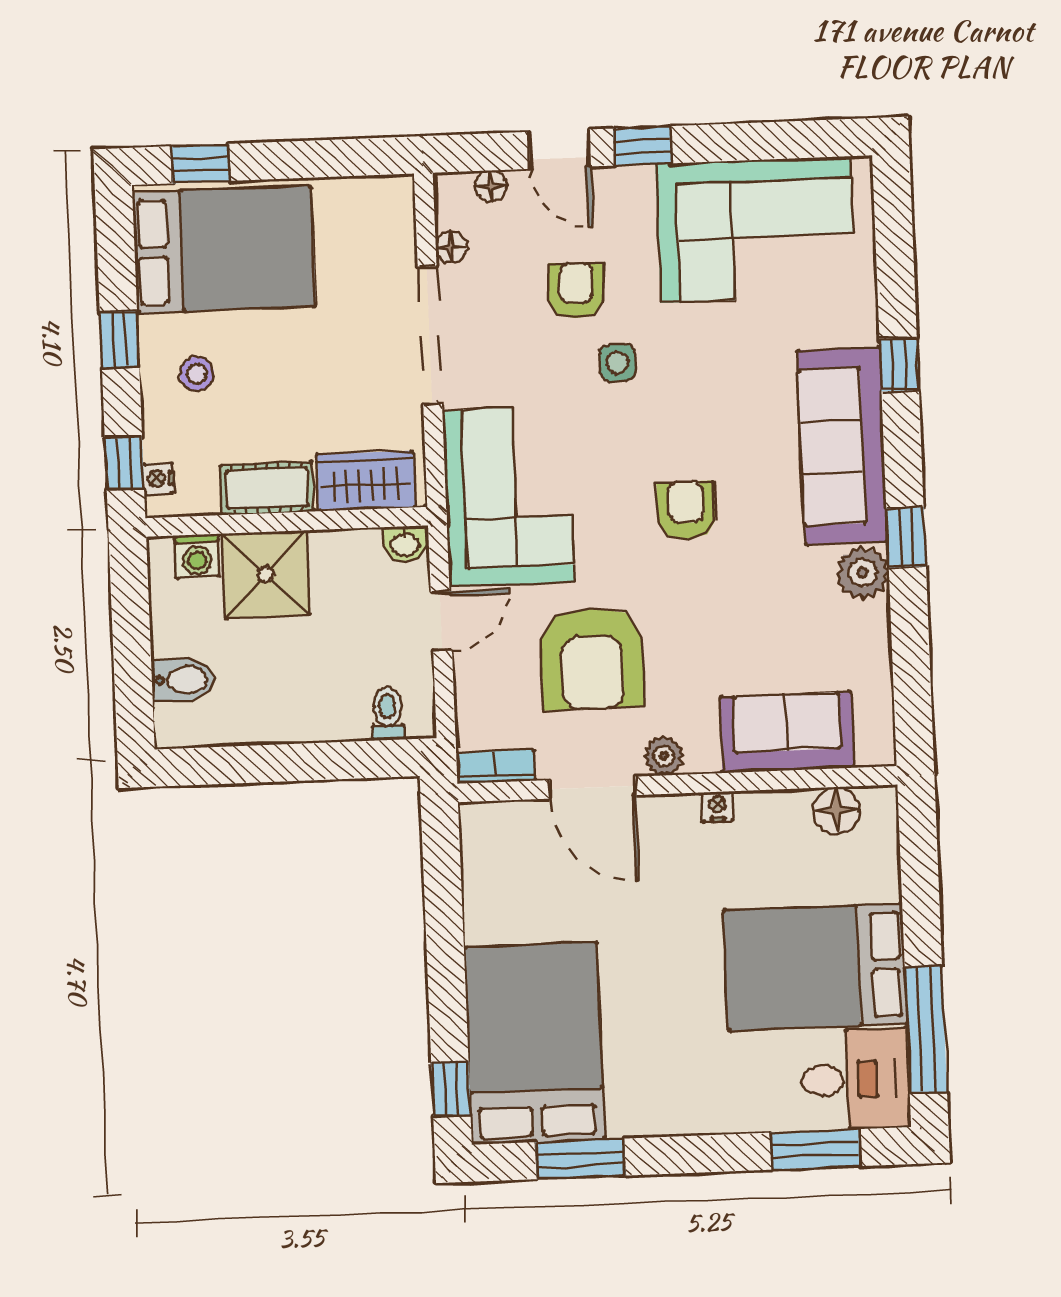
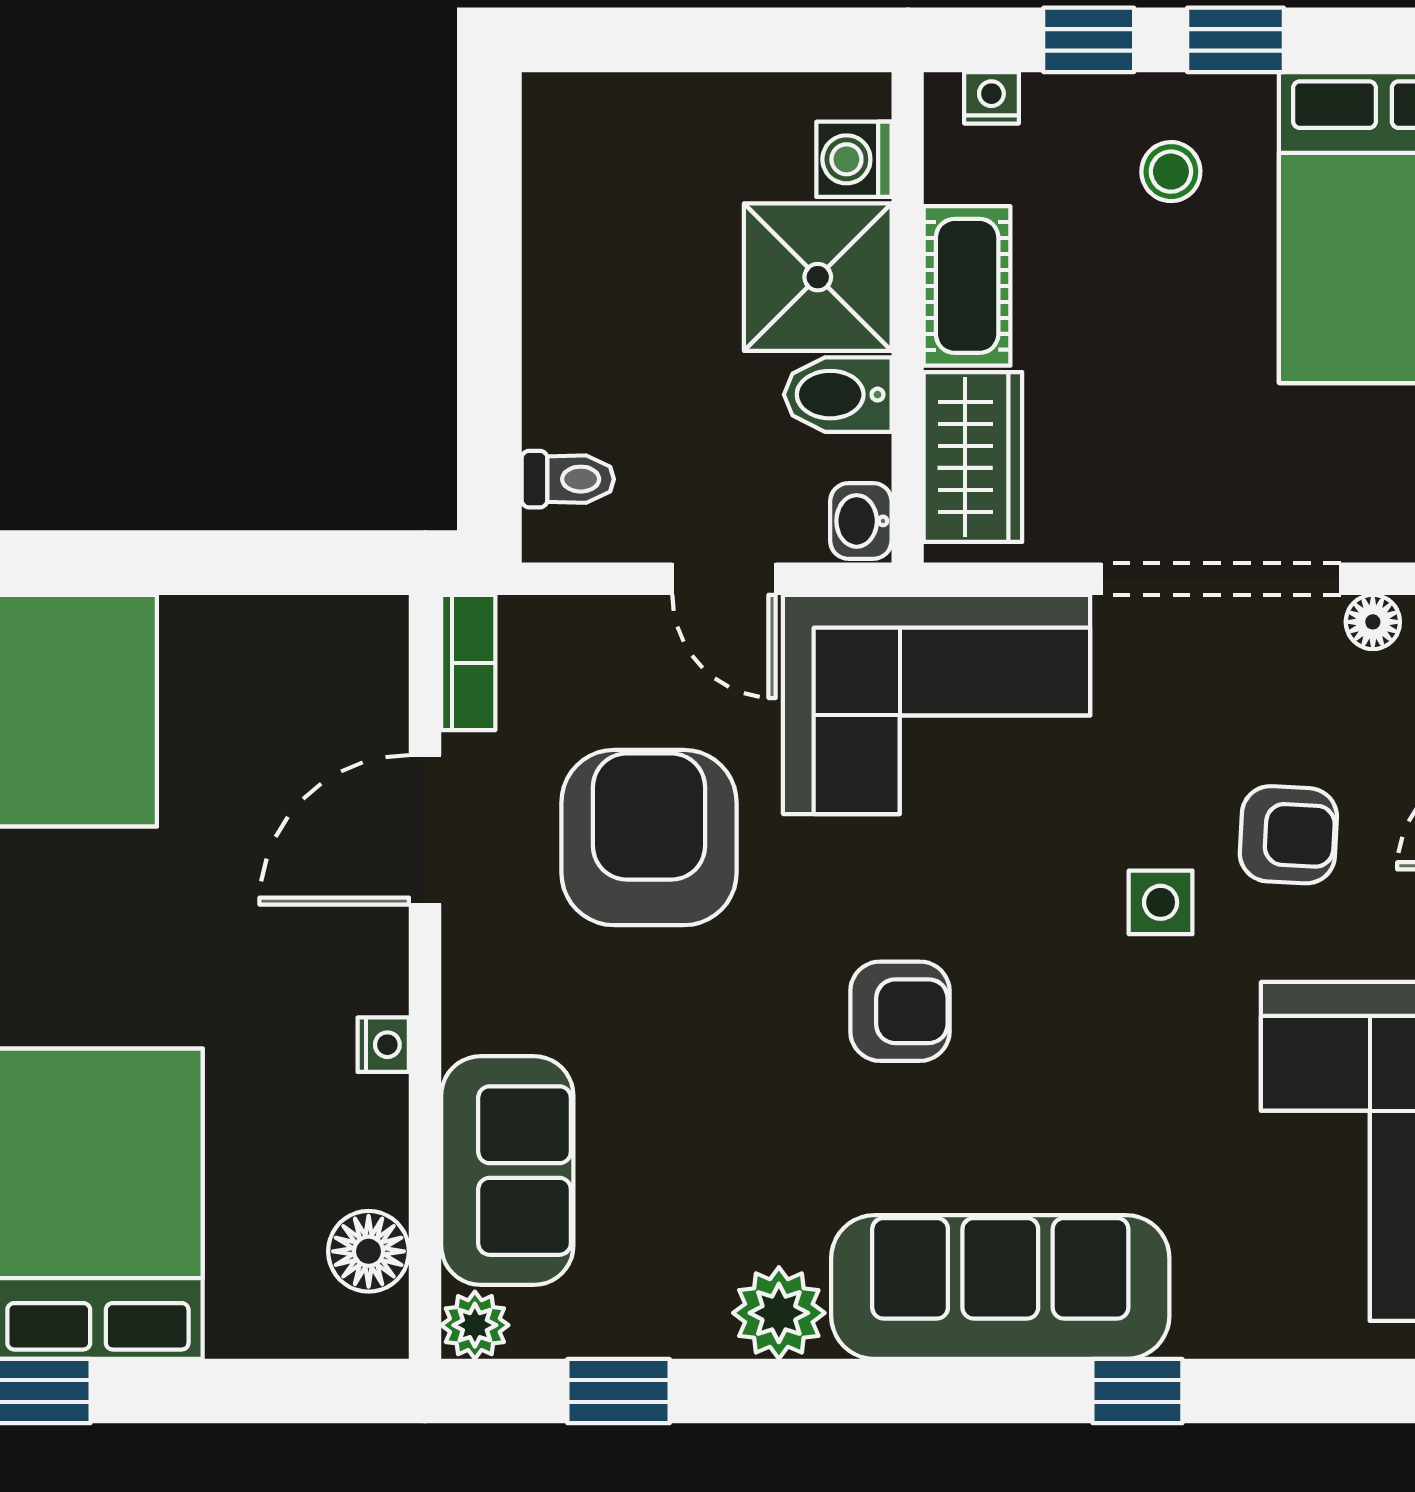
window: (124, 463) -> (1089, 40), moved
window: (906, 537) -> (619, 1391), moved
armchair: (592, 659) -> (649, 838), turned 90
bidet: (183, 680) -> (838, 395), moved, turned 90
plant: (664, 756) -> (475, 1325), moved

